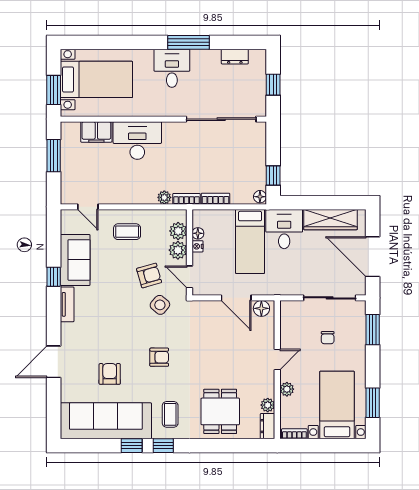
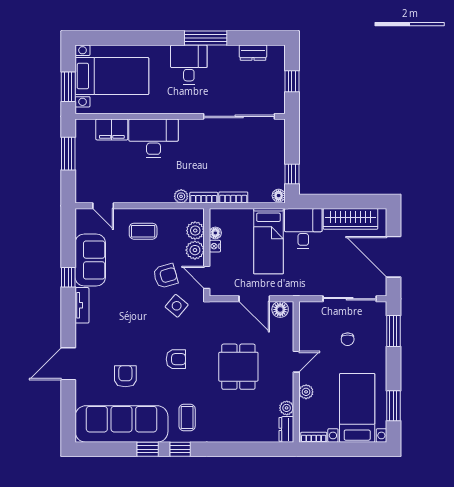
dining table: (220, 411) -> (238, 367), moved

